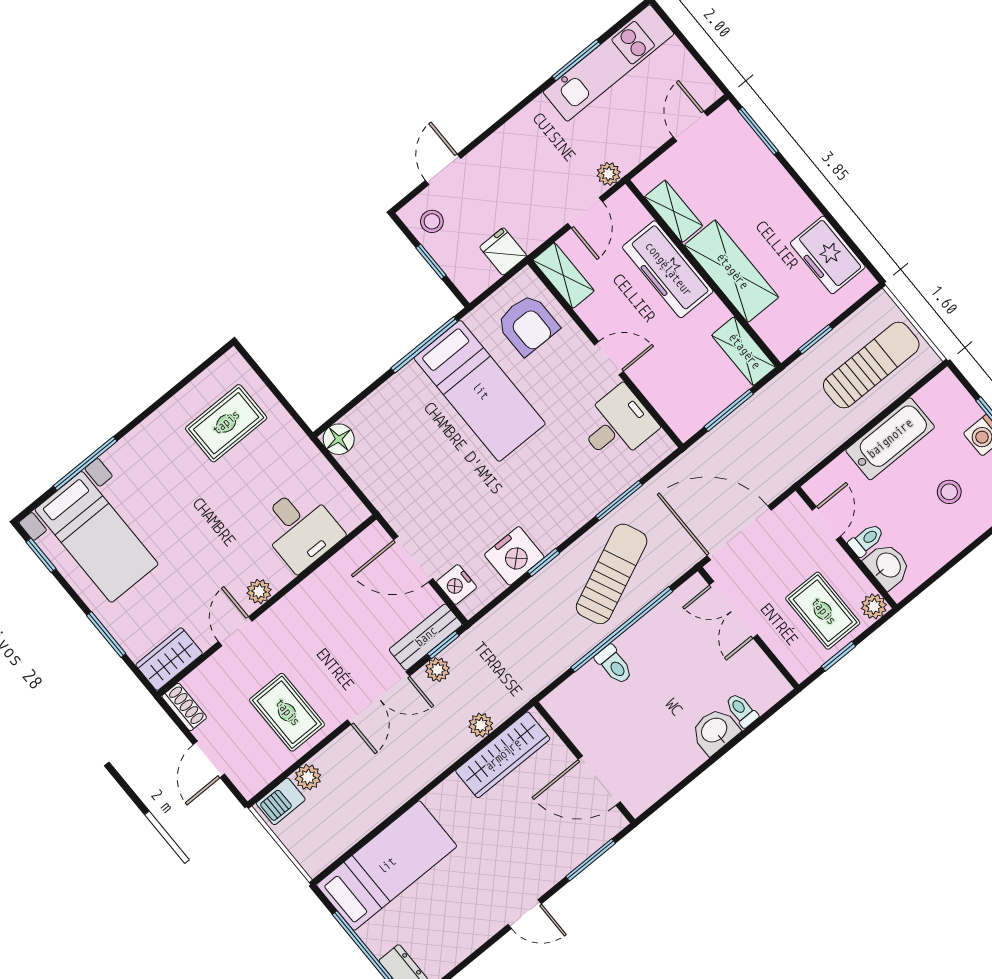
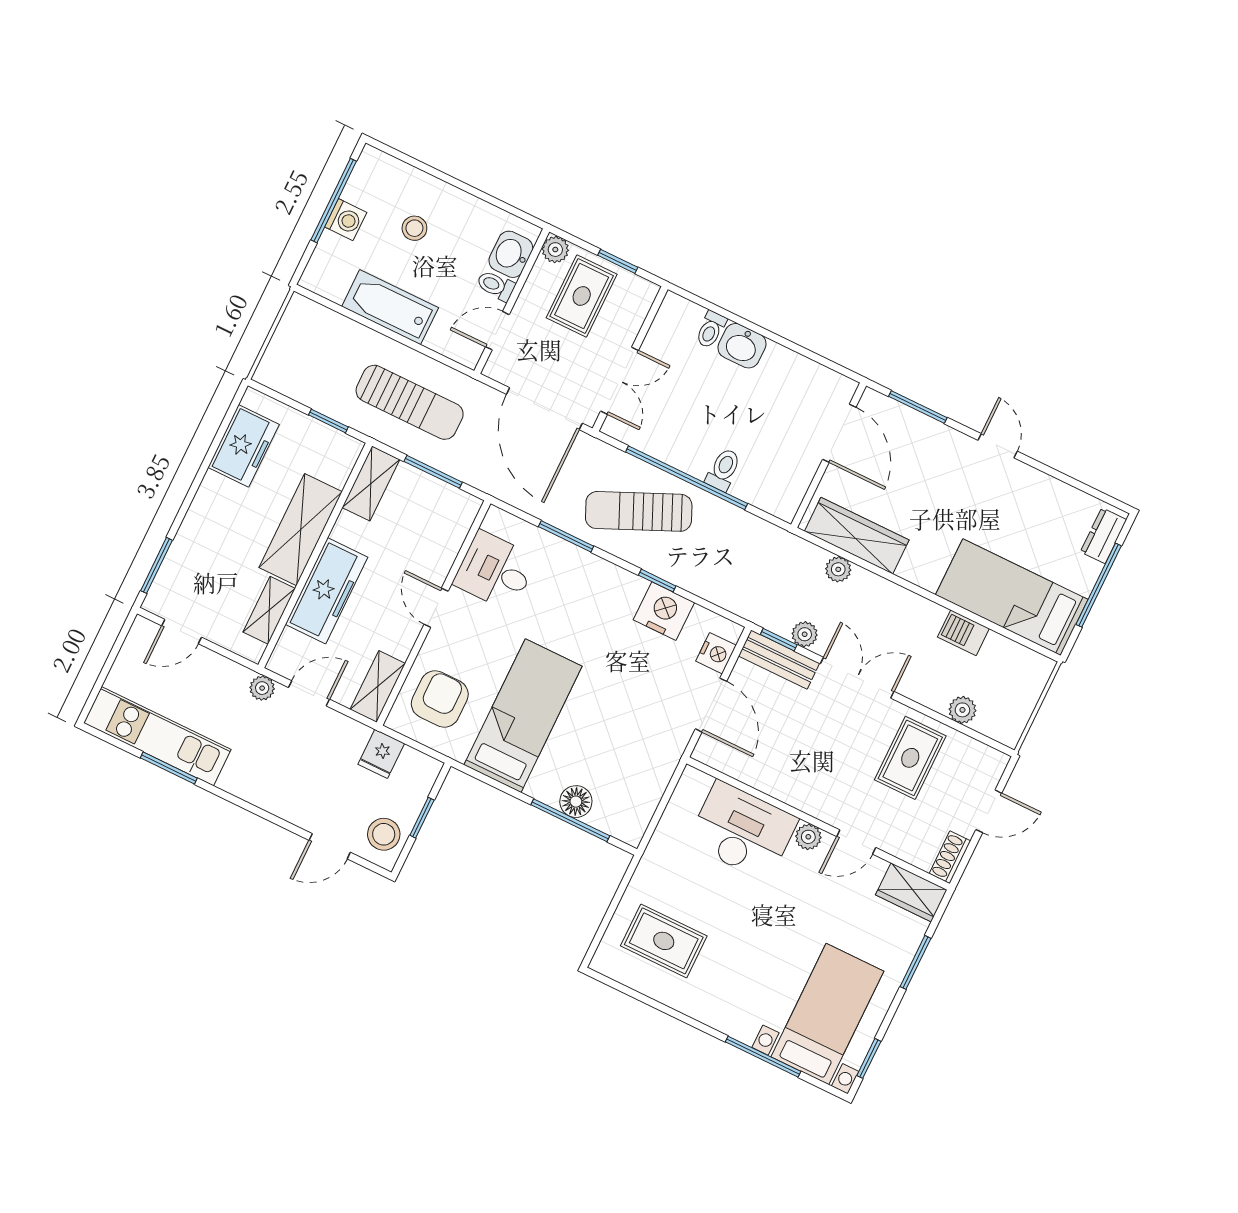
stool: (432, 221) -> (384, 834), width x1.37, depth x1.37
window: (424, 345) -> (570, 820), moved
sun lounger: (871, 365) -> (410, 402), moved, turned 180
floor lamp: (339, 439) -> (576, 802), moved
desk: (300, 529) -> (742, 831), width x1.37
barbecue: (281, 801) -> (963, 633), moved, turned 180

